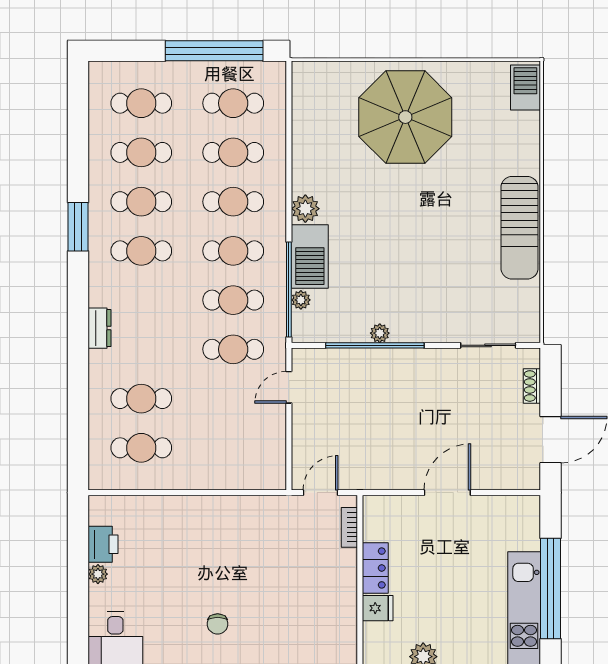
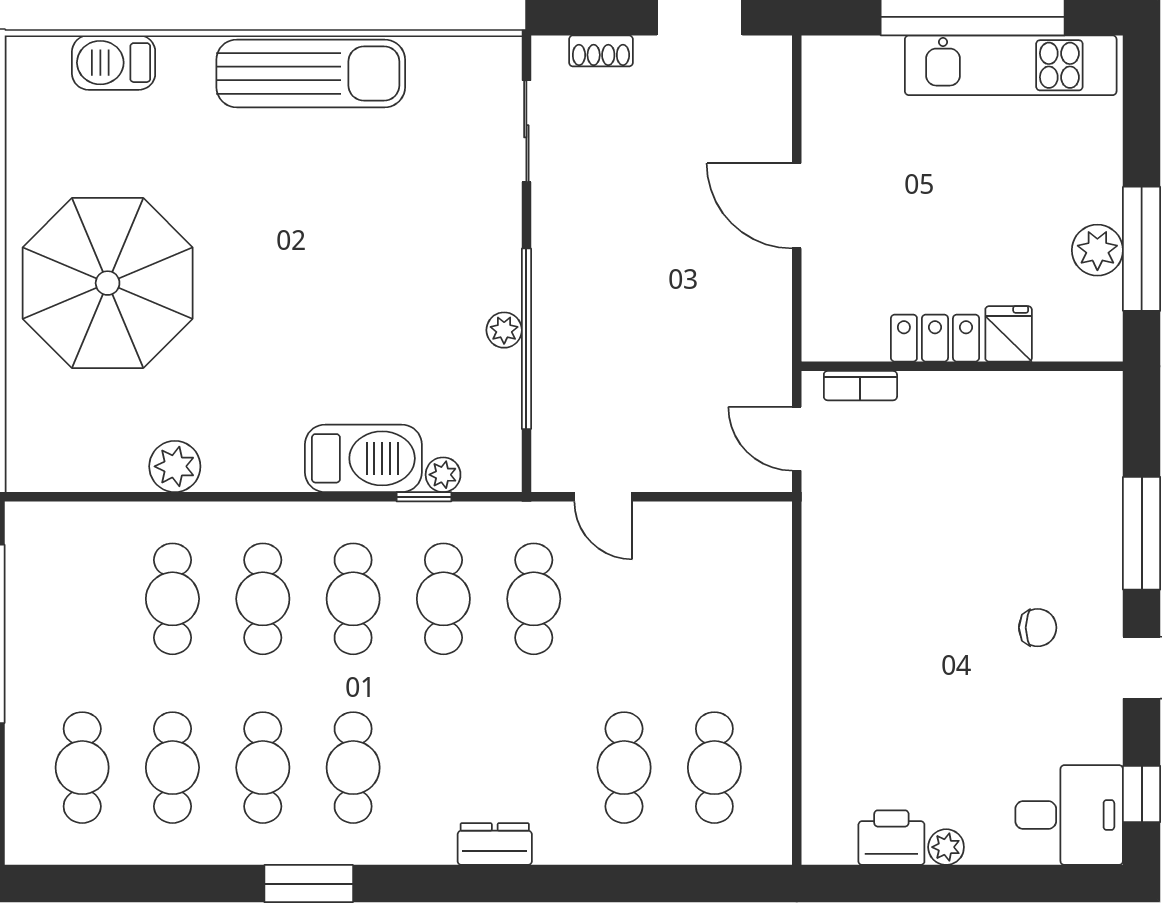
barbecue: (525, 87) -> (114, 63), moved
cafe table: (233, 103) -> (82, 599), removed
plant: (305, 209) -> (175, 466), moved
window: (289, 289) -> (424, 497), width x0.32

